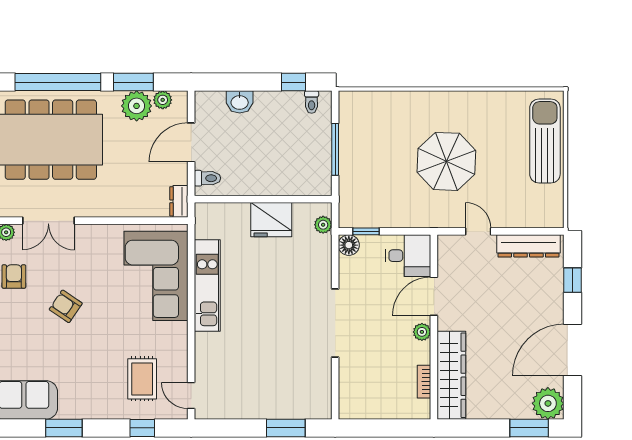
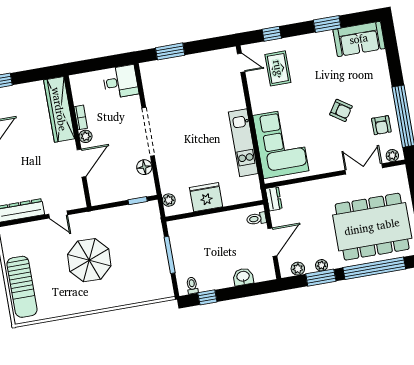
plant: (137, 106) -> (322, 265), width x0.53, depth x0.53
floor lamp: (349, 245) -> (144, 167), moved
desk: (408, 256) -> (120, 82), moved, turned 180
bookcase: (424, 382) -> (81, 117), moved

